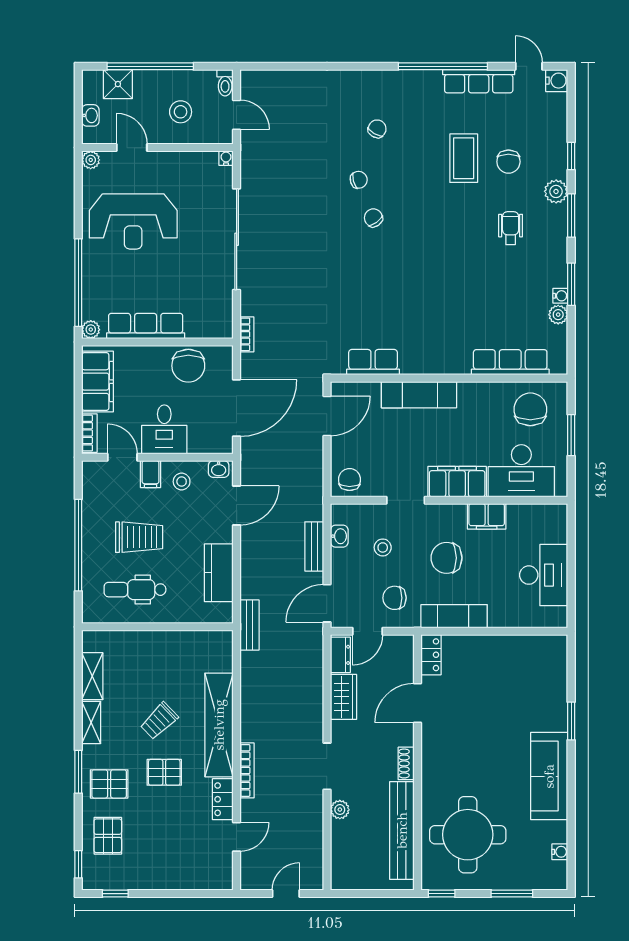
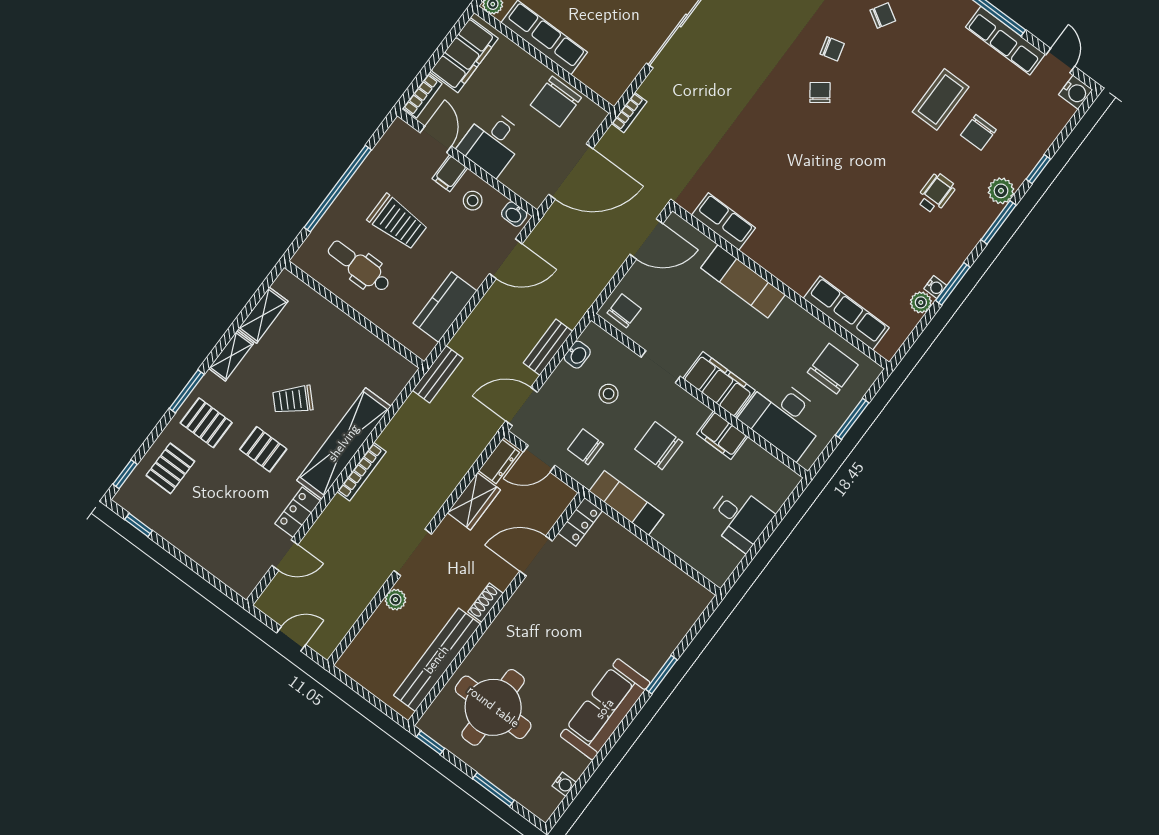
desk: (544, 575) -> (740, 518), width x0.73
bookcase: (247, 770) -> (362, 472), moved

